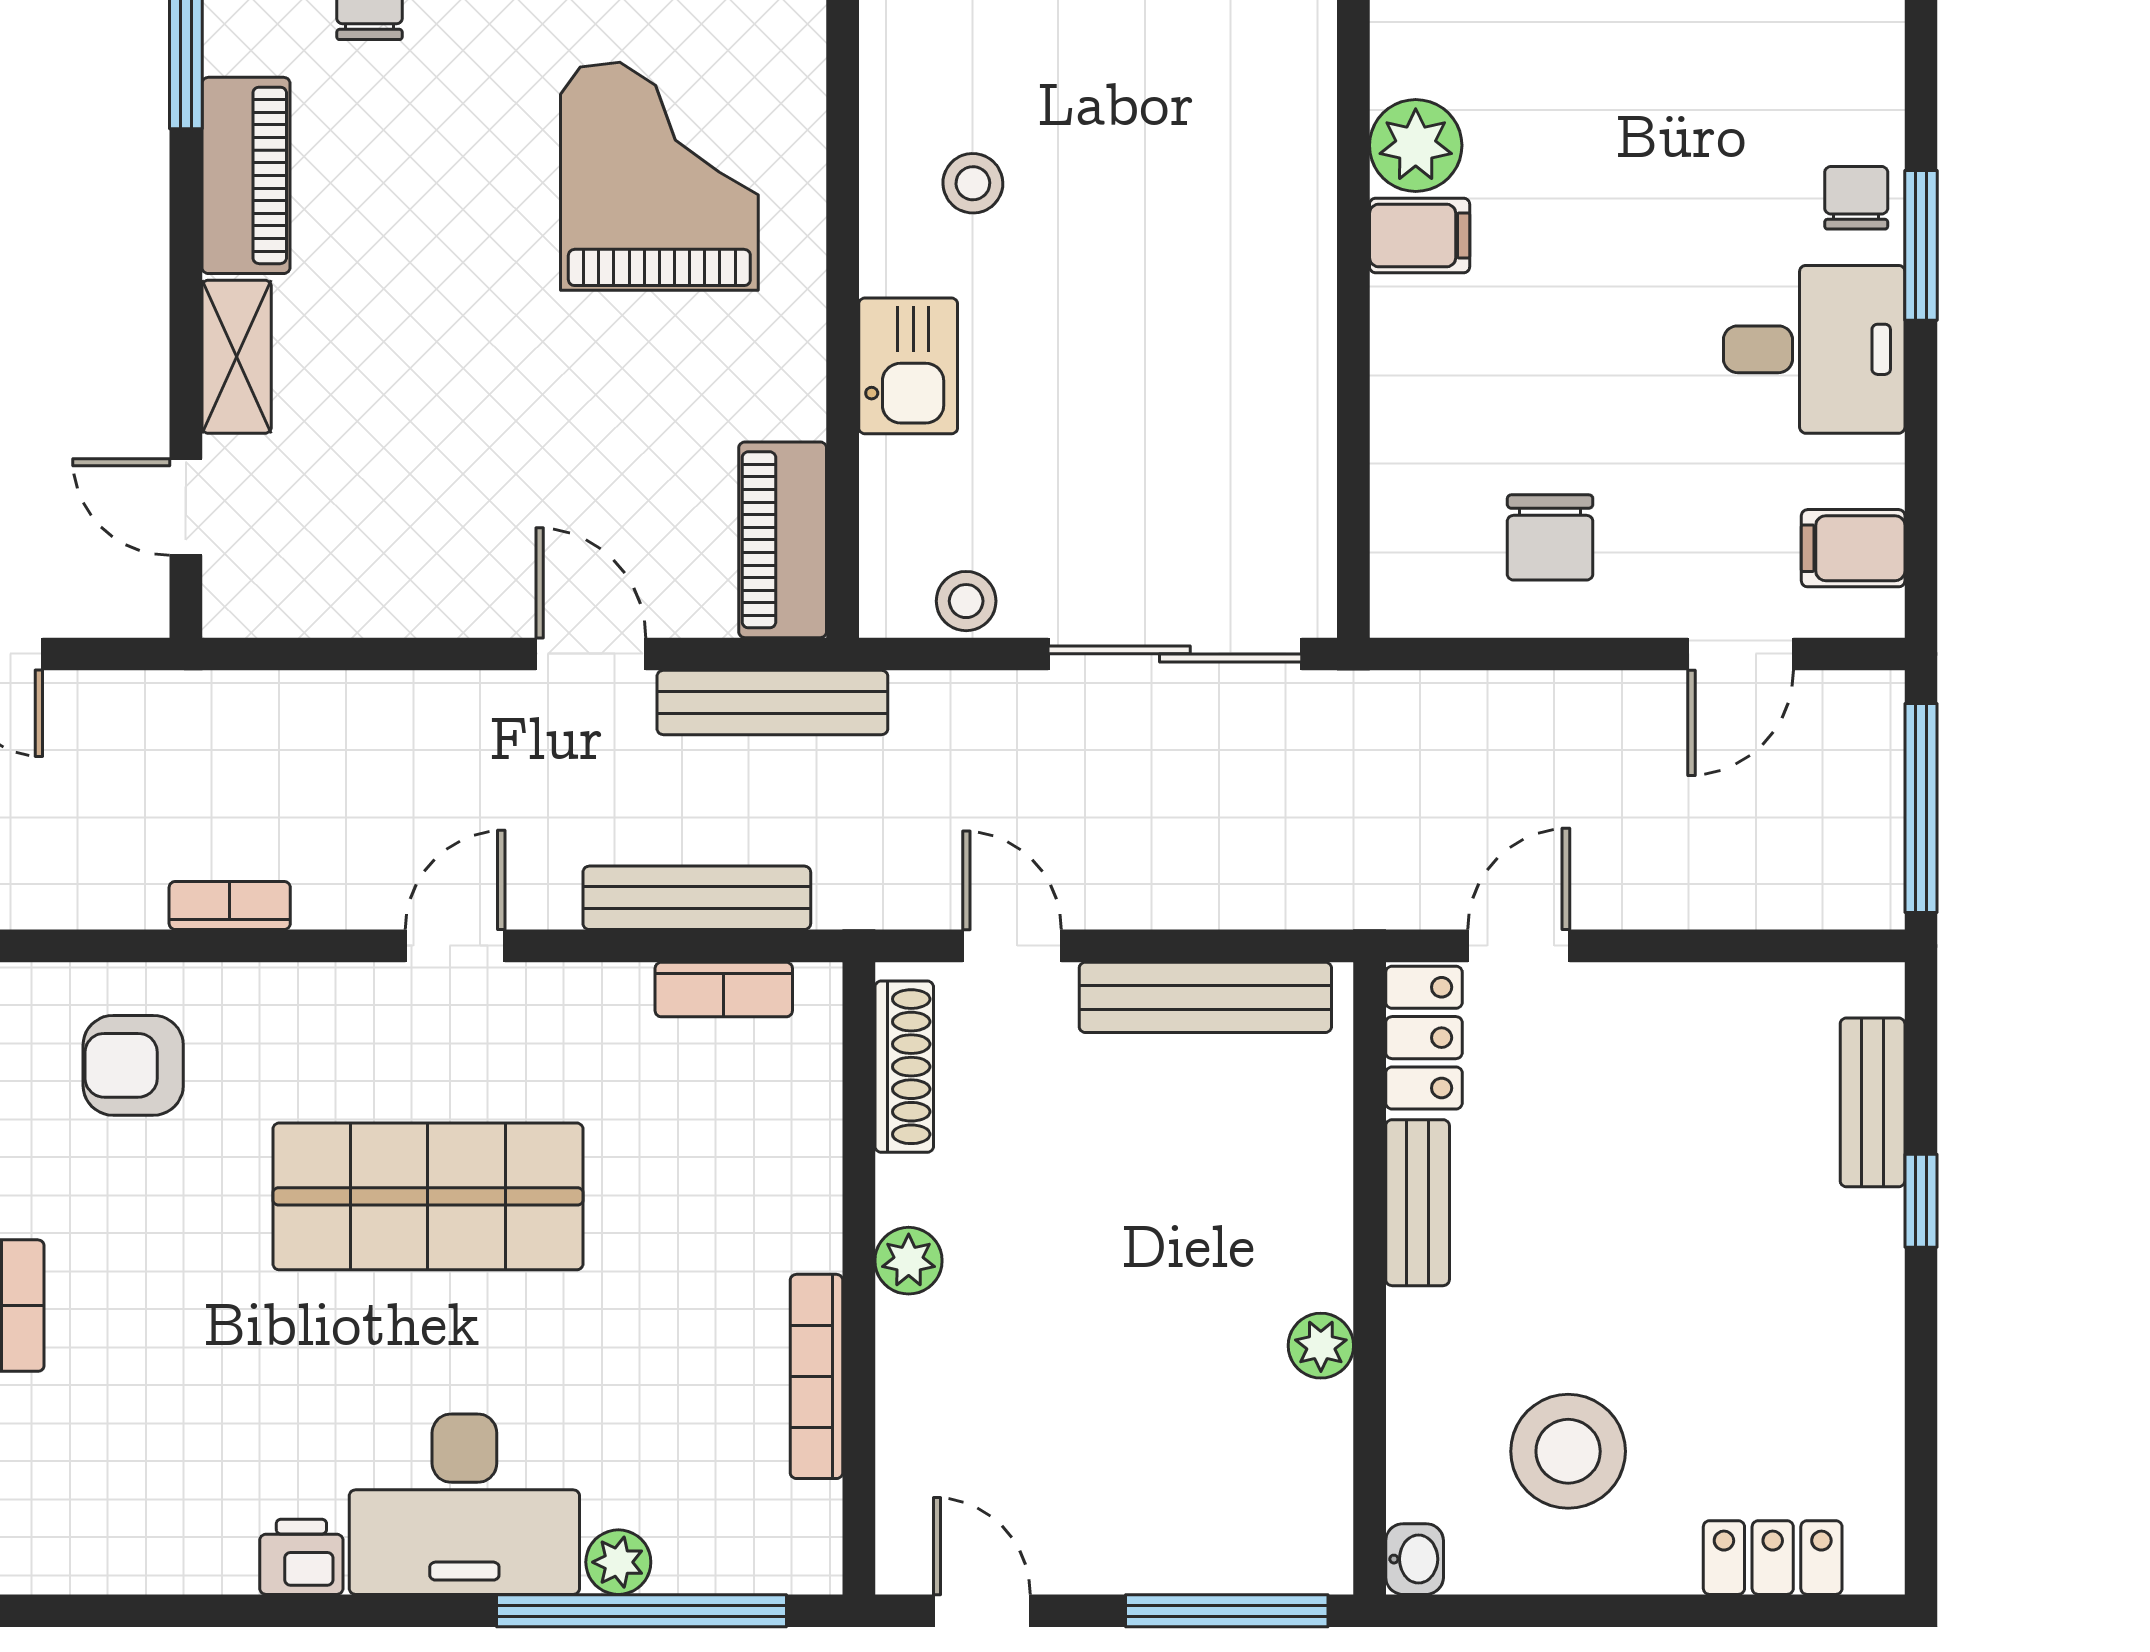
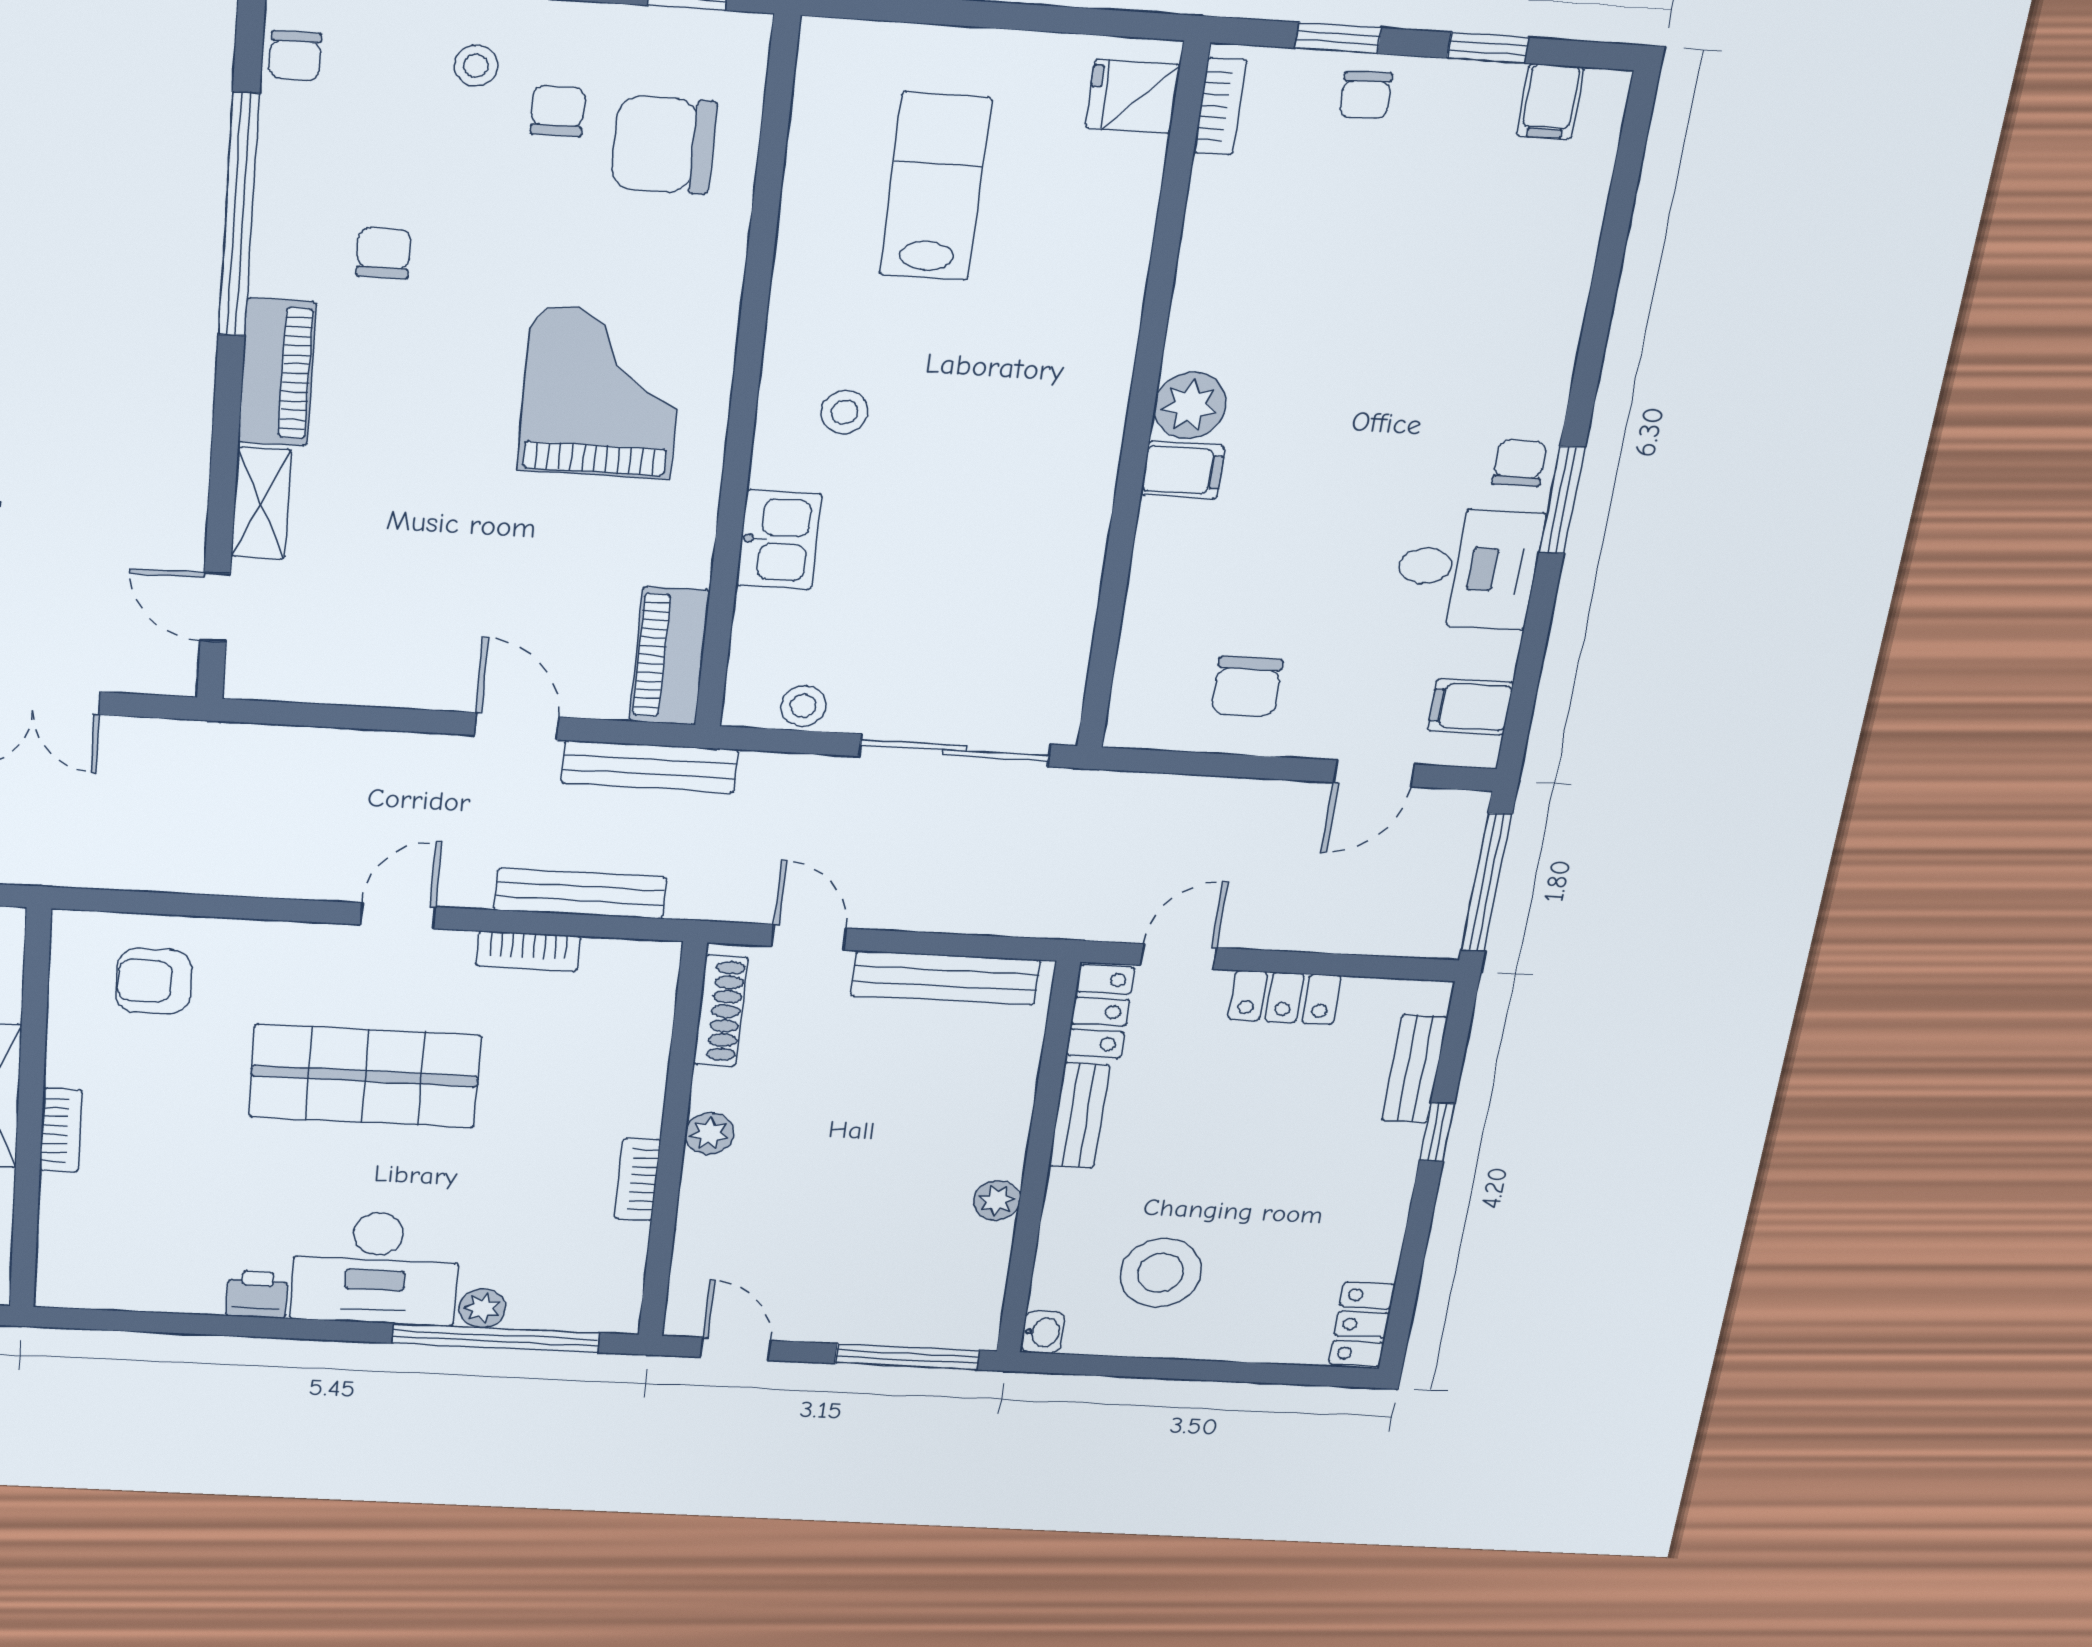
bookcase: (230, 905) -> (232, 880), removed
bookcase: (724, 990) -> (528, 951), moved
locker: (1674, 1001) -> (1285, 998), added
bookcase: (816, 1376) -> (638, 1179), width x0.64
locker: (1773, 1558) -> (1362, 1324), moved, turned -90

